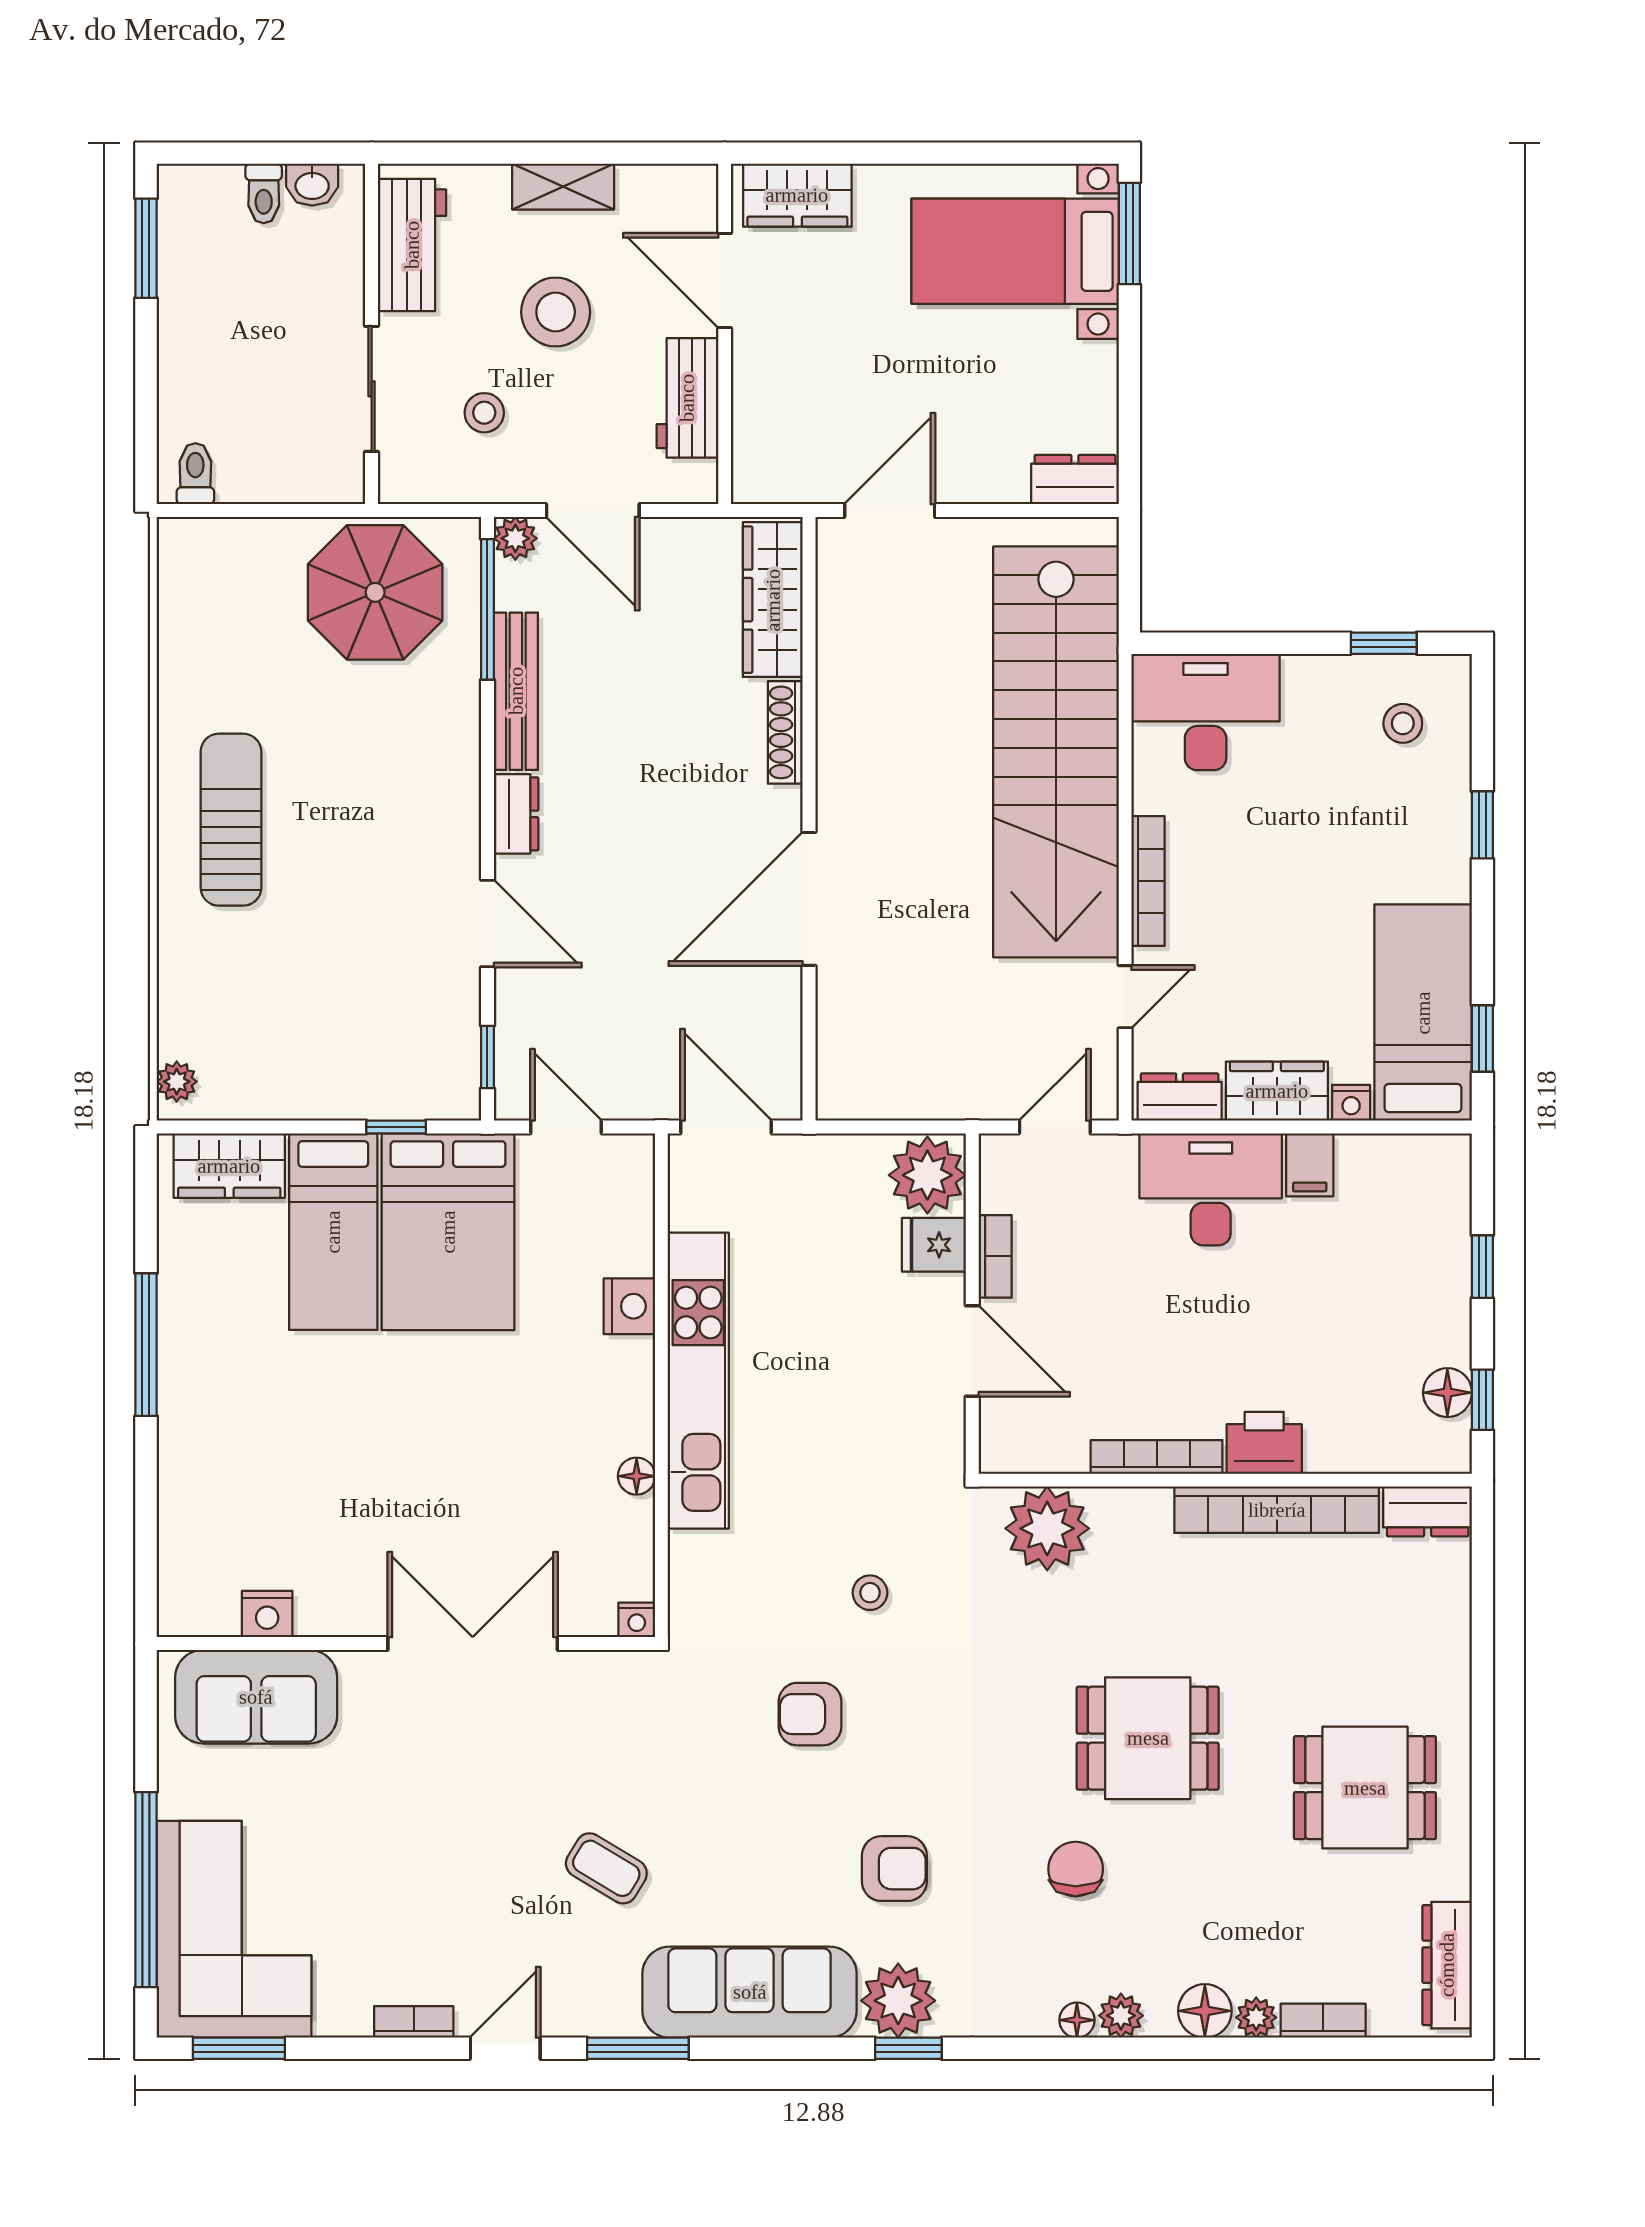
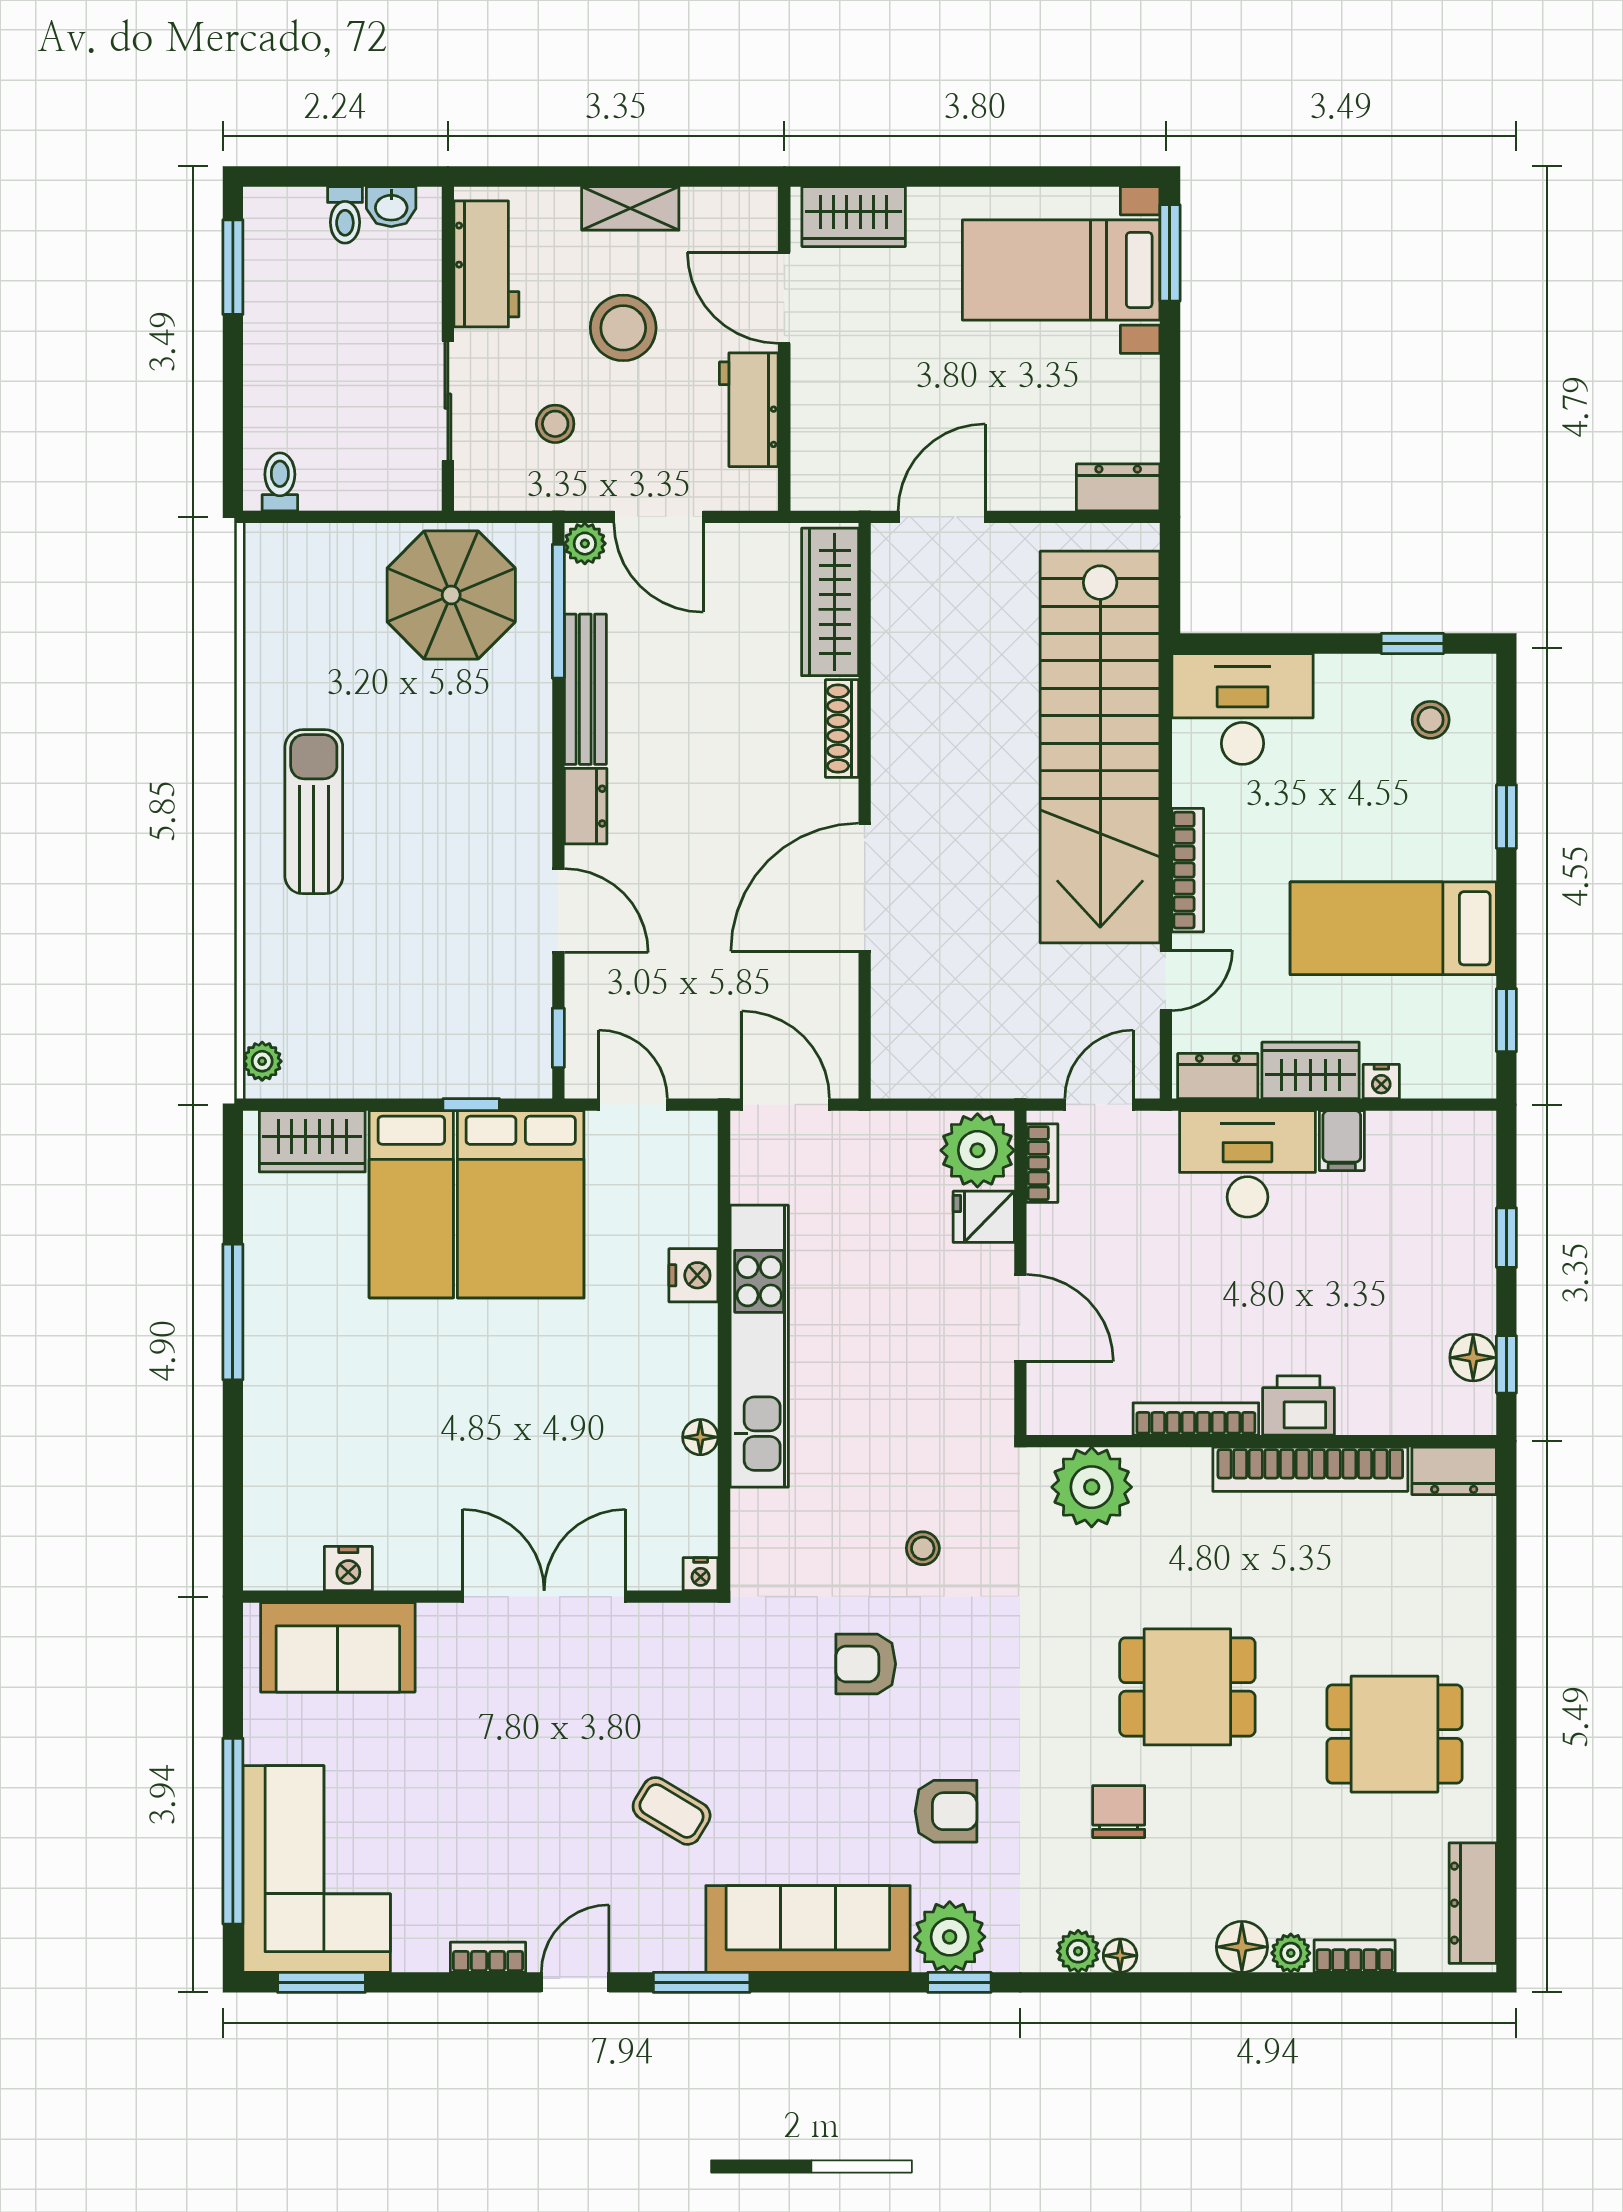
bed: (1423, 1013) -> (1393, 928), moved, turned -90
bookcase: (995, 1256) -> (1042, 1163), moved
plant: (1121, 2016) -> (1078, 1951), moved

